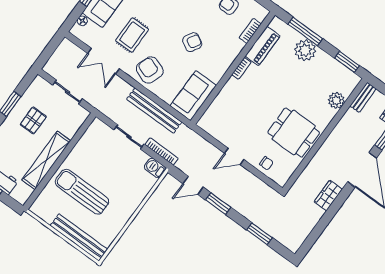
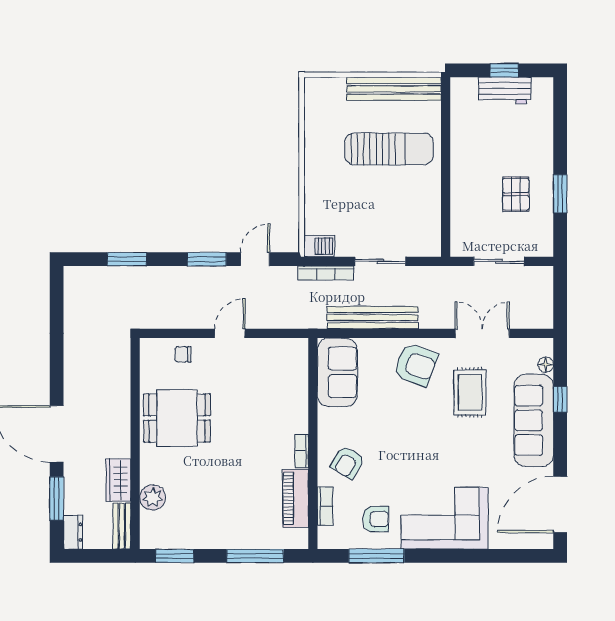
armchair: (192, 42) -> (347, 462), moved
plant: (305, 50) -> (238, 532), removed
shelving: (46, 160) -> (463, 156), removed
wardrobe: (328, 195) -> (118, 480), moved, turned 180
bench: (79, 237) -> (394, 89), moved

